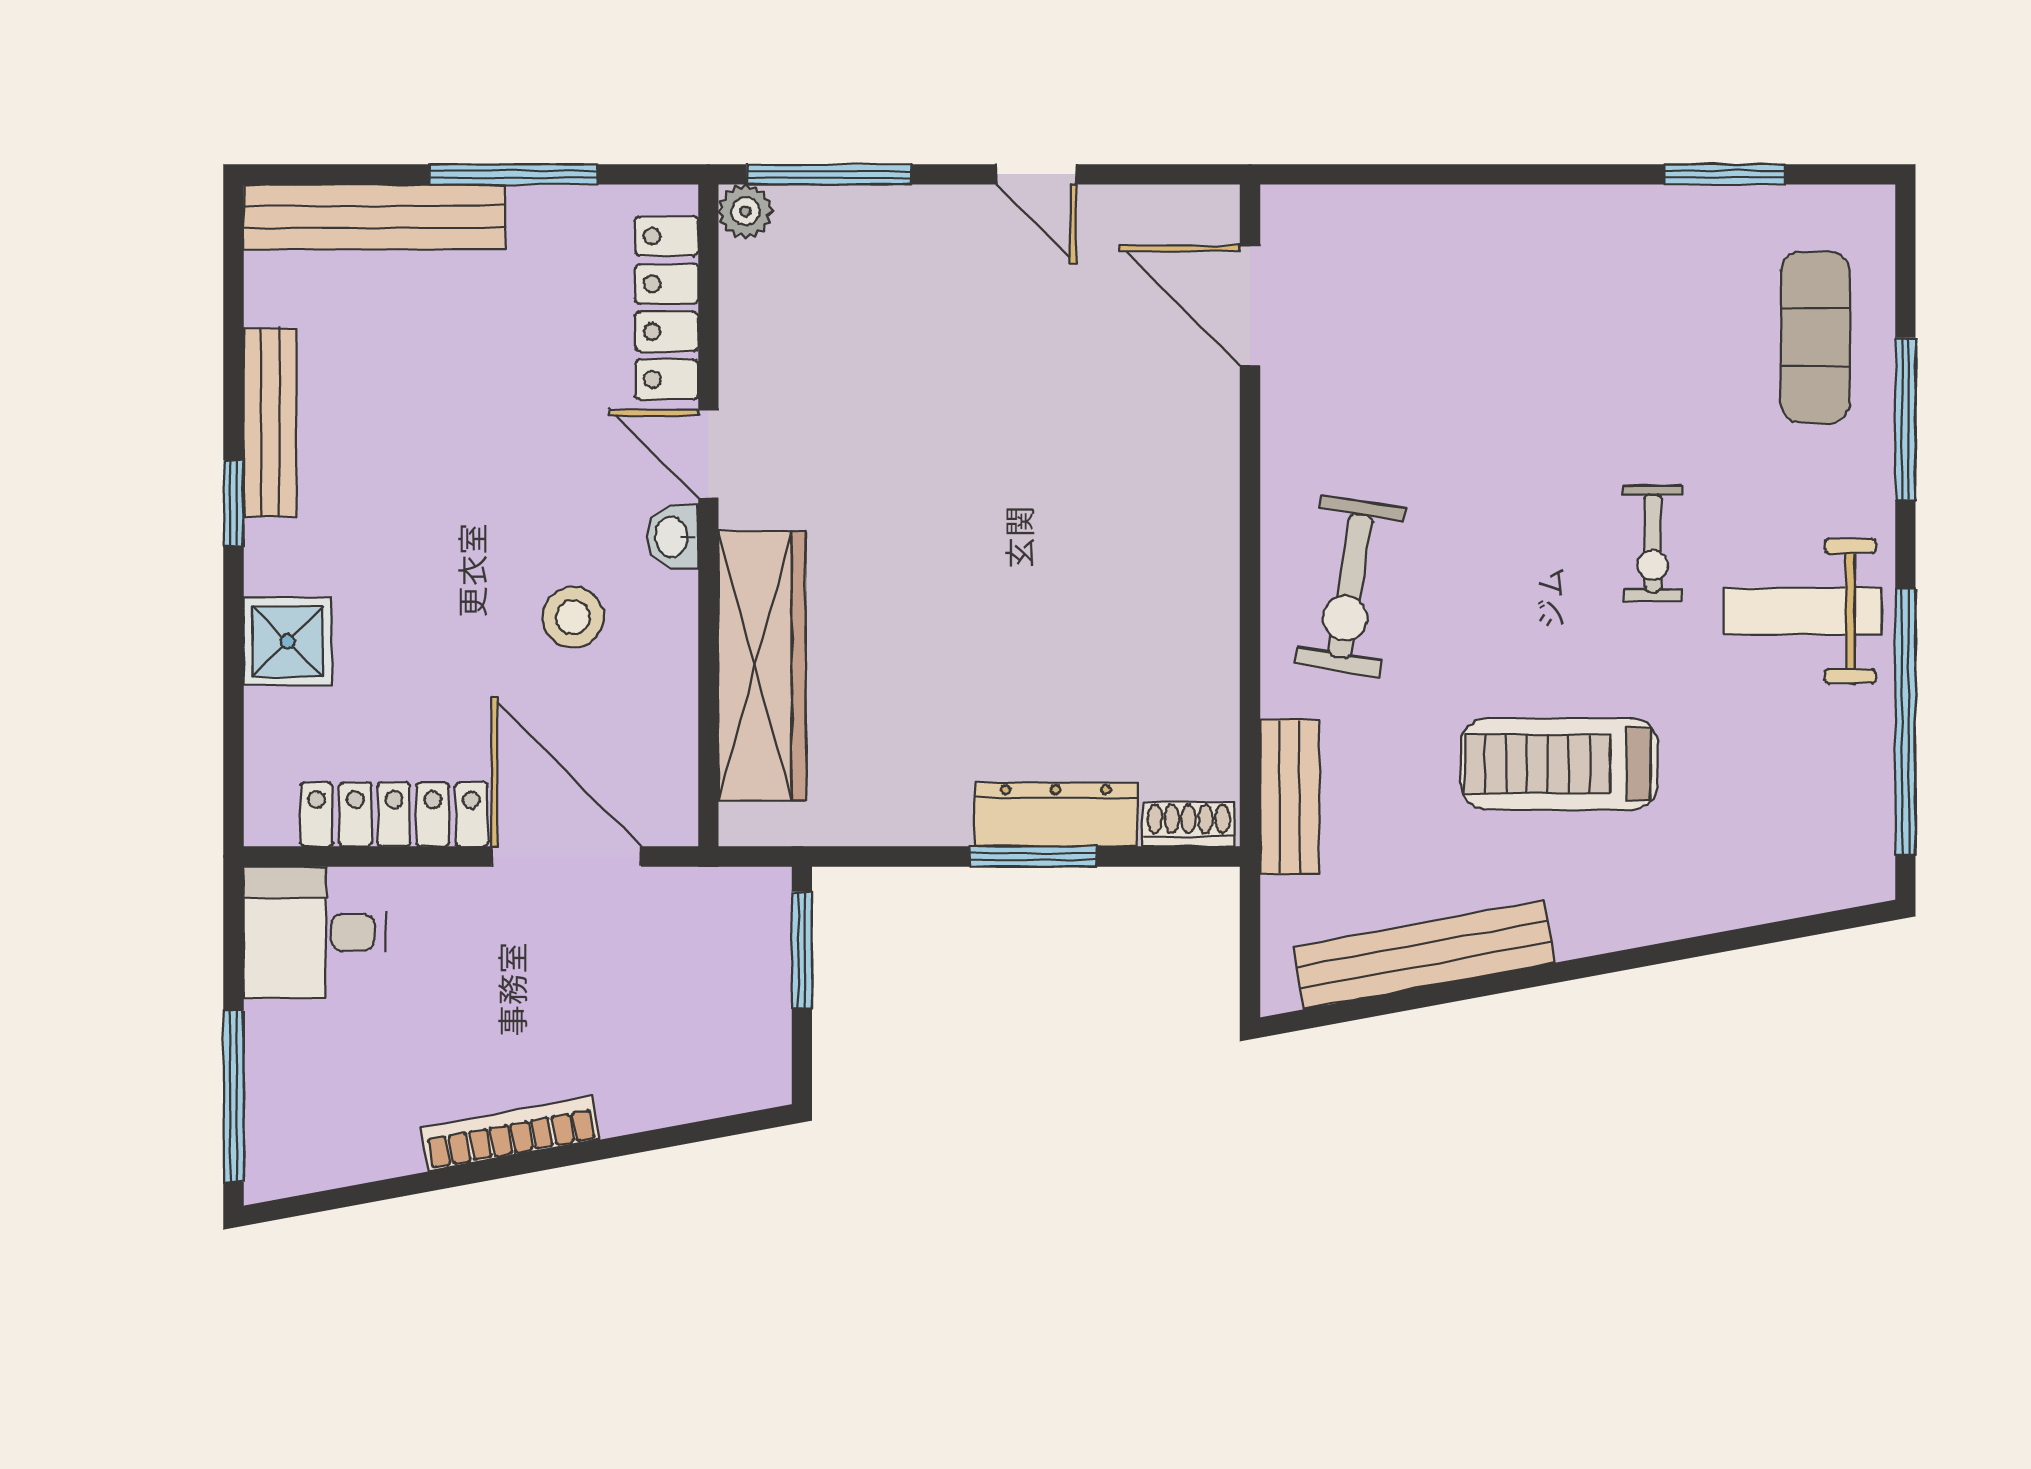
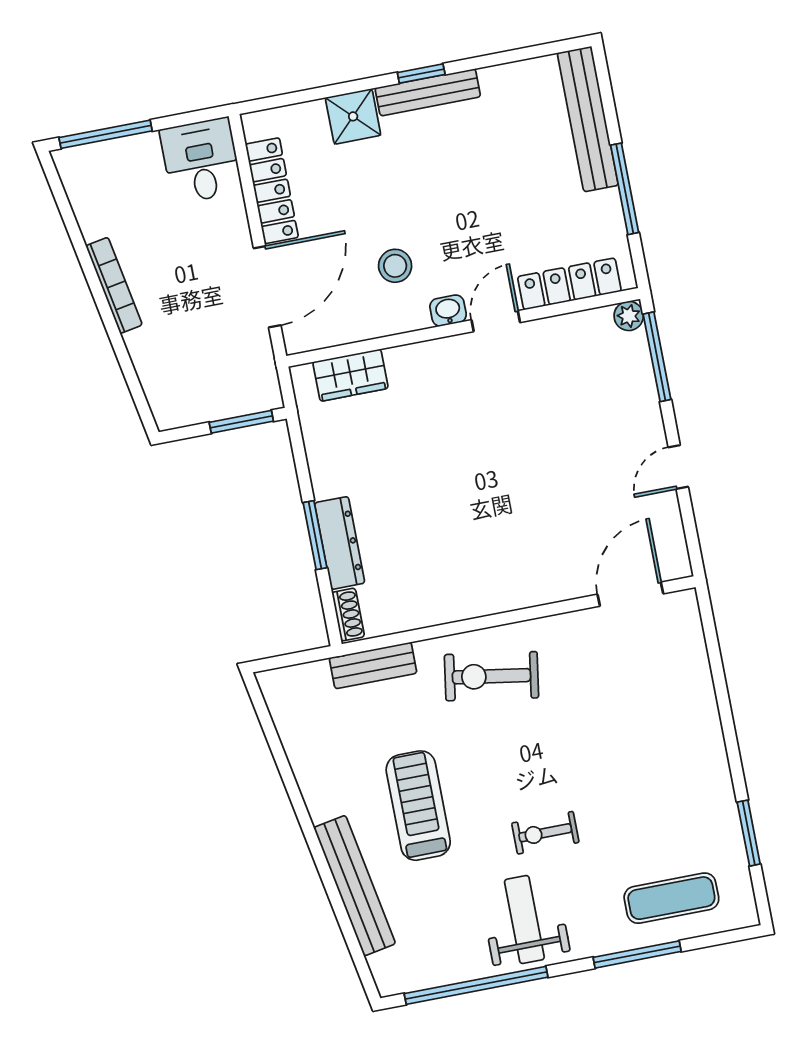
bench: (270, 422) -> (428, 92), moved
wardrobe: (762, 666) -> (350, 375), width x0.48, depth x0.85
bench: (1424, 955) -> (355, 886), moved

